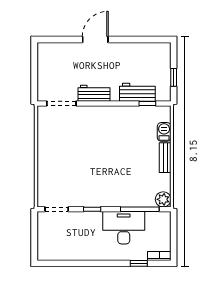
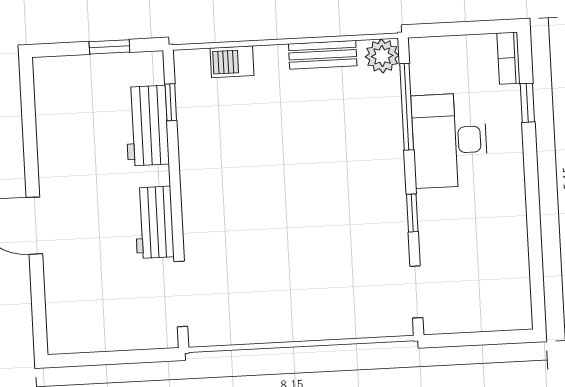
bench: (165, 158) -> (323, 55), moved

